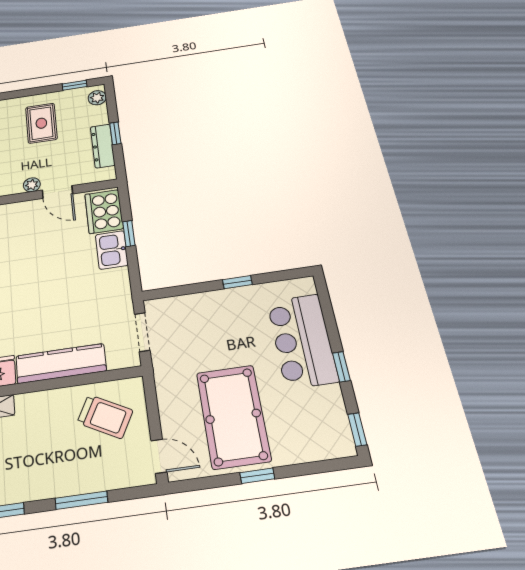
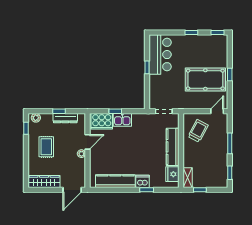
rug: (41, 123) -> (46, 147), turned 90
bar counter: (302, 341) -> (160, 55), moved, turned -90

